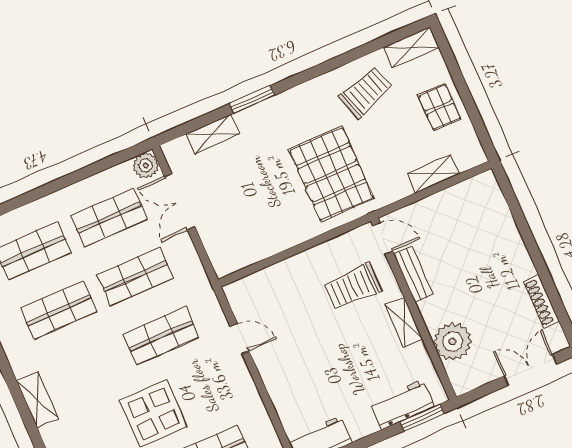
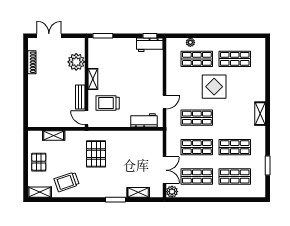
pallet: (331, 174) -> (96, 154), width x0.73, depth x0.71
trolley: (353, 286) -> (108, 103), turned 180
door: (240, 339) -> (164, 102), swing flipped
double door: (530, 370) -> (49, 36), swing flipped
workbench: (402, 405) -> (144, 120), moved, turned 180

